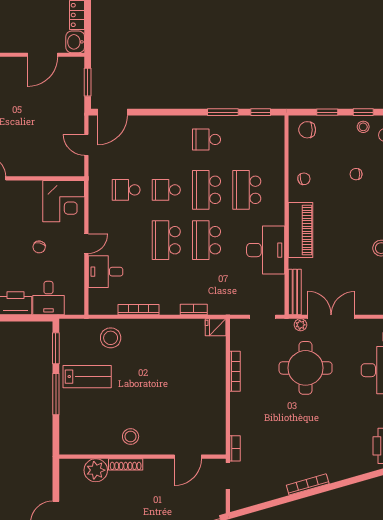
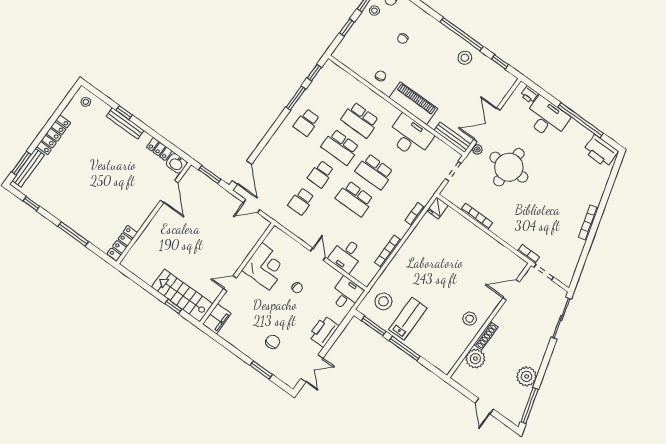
chair: (307, 130) -> (349, 50), removed
corner desk: (64, 201) -> (266, 266), moved
desk: (48, 298) -> (346, 294), moved, turned -90
stool: (111, 338) -> (383, 301), moved
door: (188, 457) -> (511, 290), swing flipped

